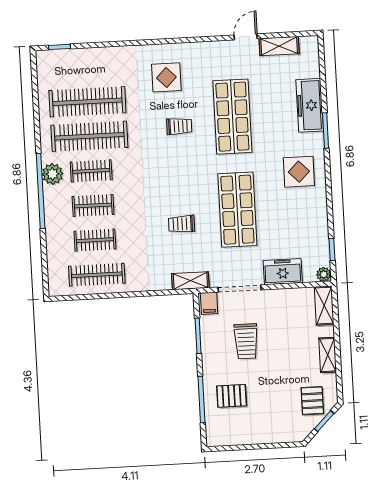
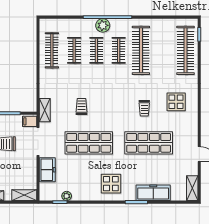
shelving: (279, 46) -> (192, 188), moved
clothes rail: (87, 102) -> (185, 50), moved
plant: (53, 174) -> (103, 25), moved
plant: (324, 274) -> (67, 196), moved

